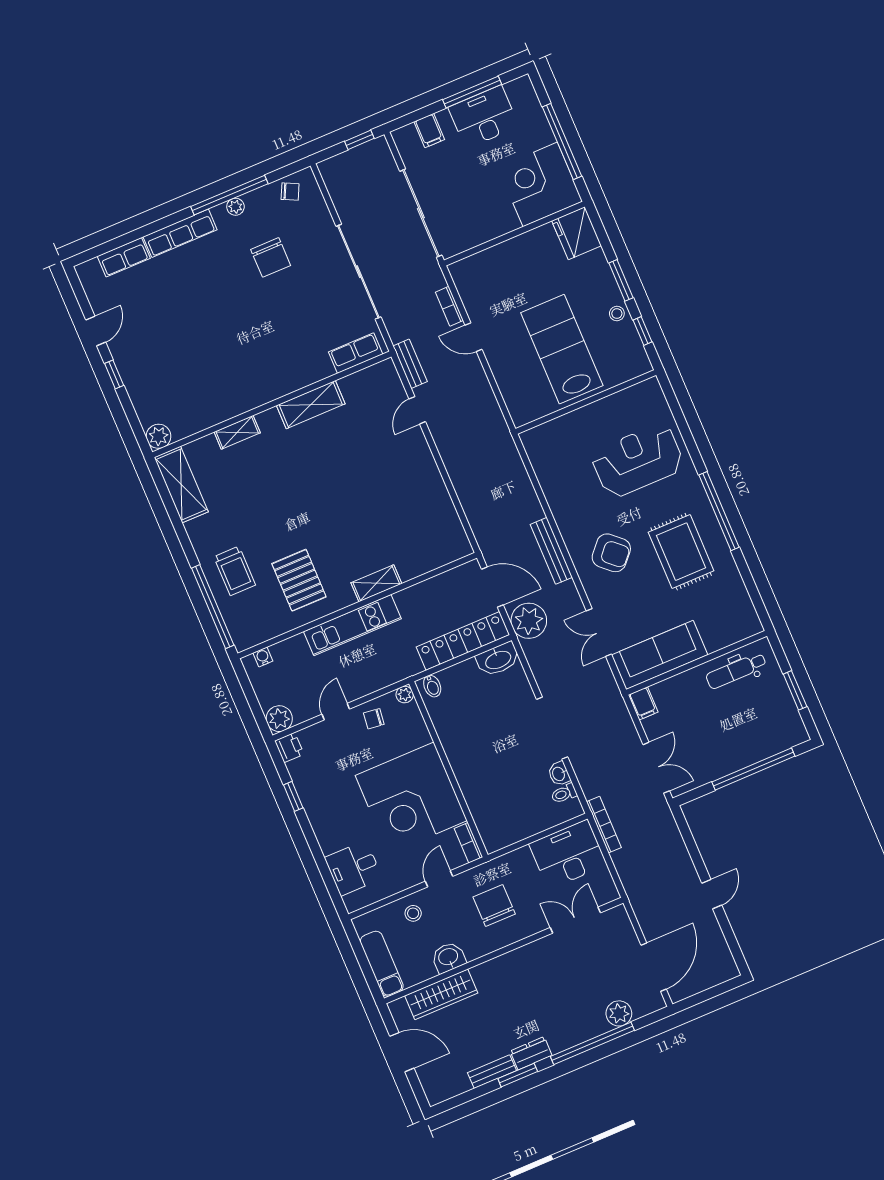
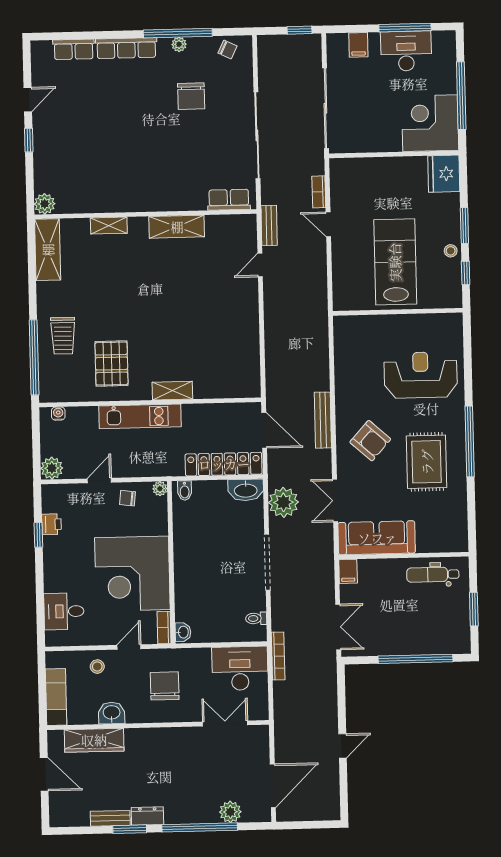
plant: (529, 621) -> (283, 502), moved
printer: (289, 747) -> (51, 524), moved
washbasin: (559, 774) -> (183, 632), moved, turned 180

